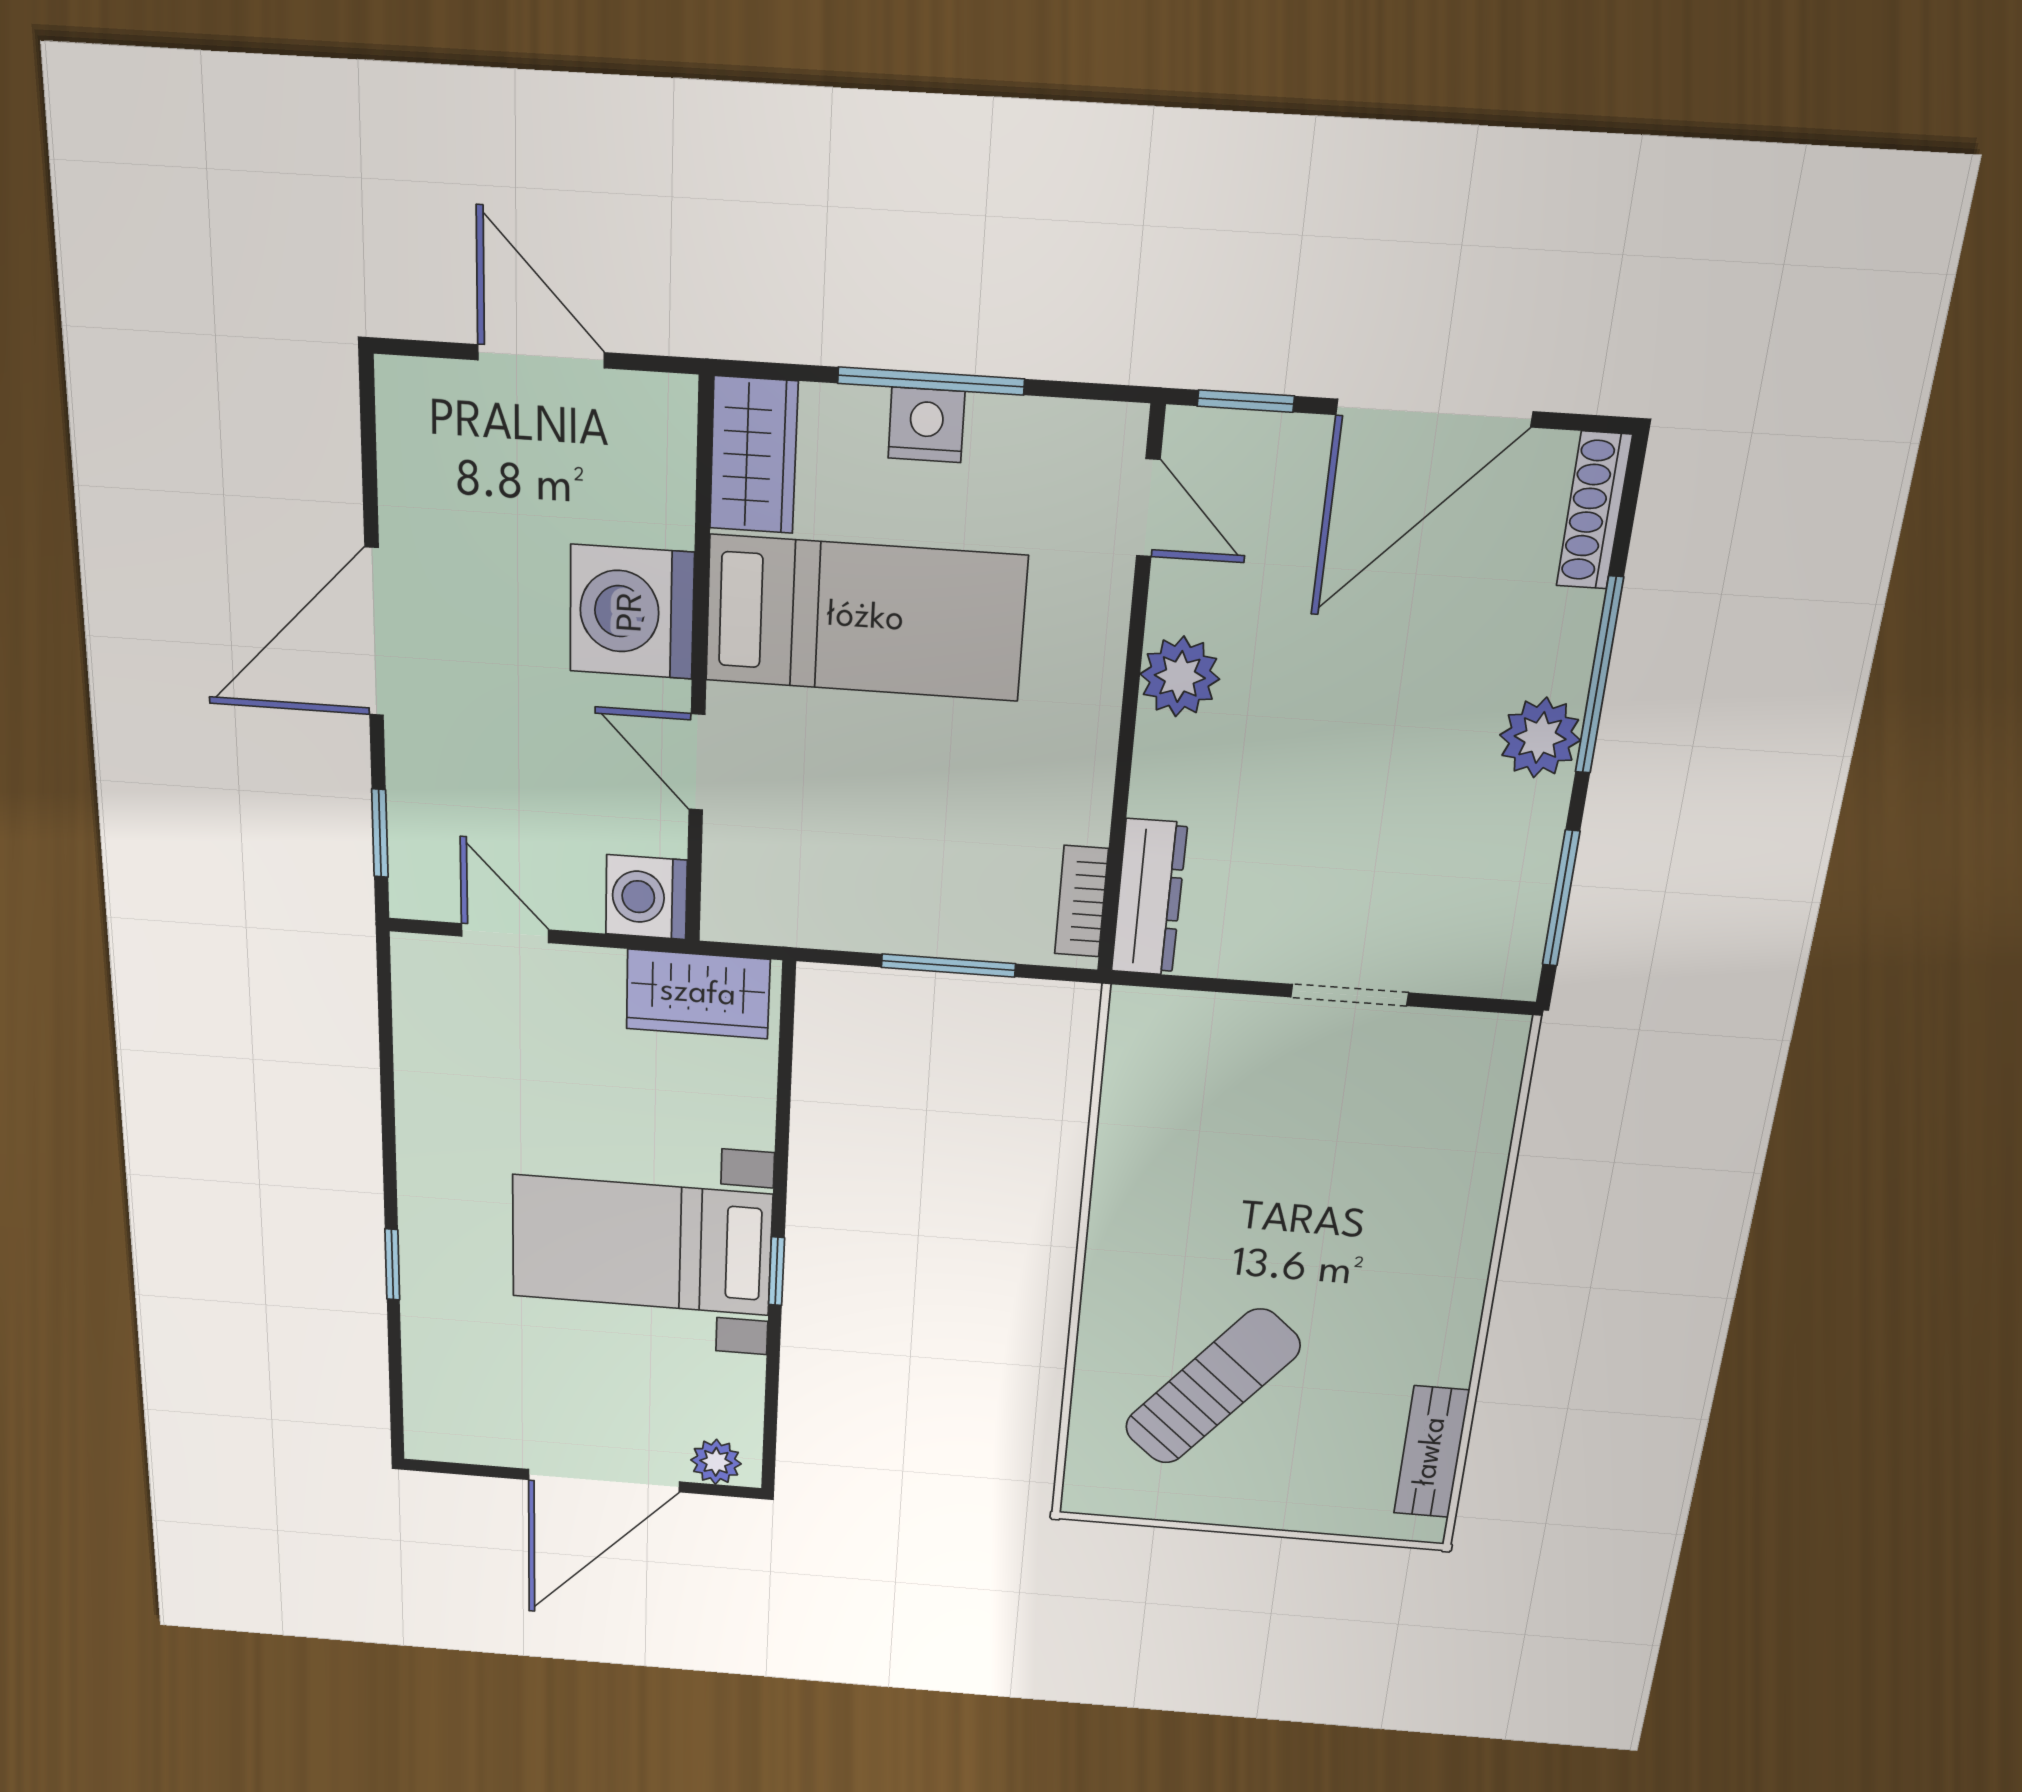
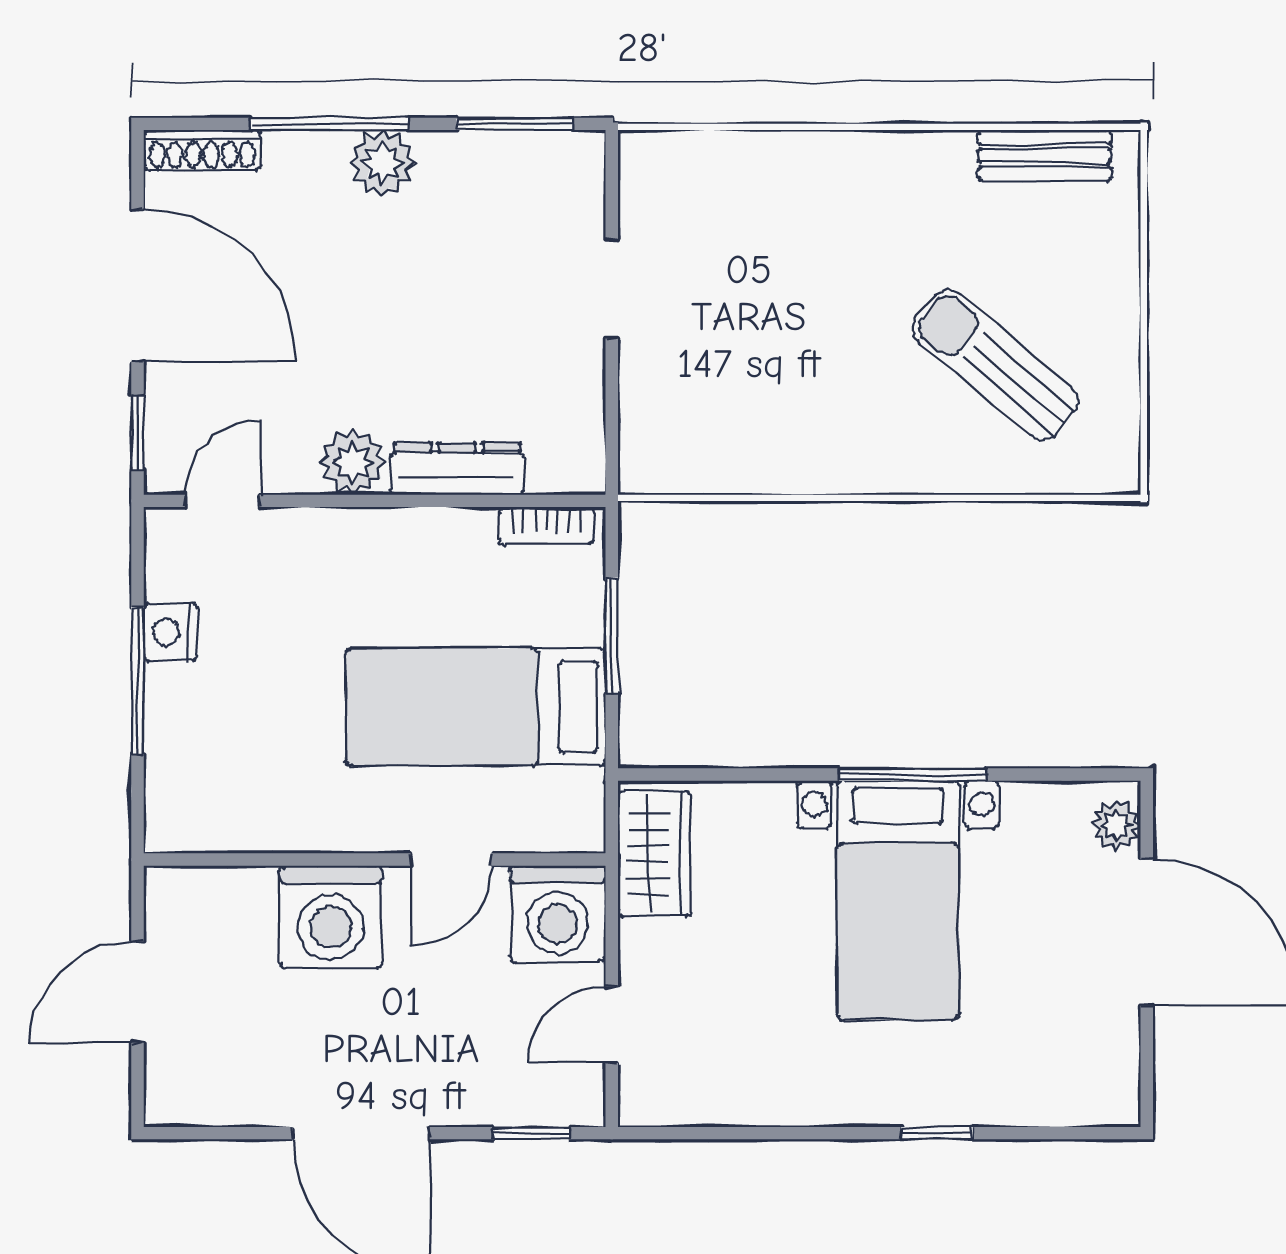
nightstand: (926, 425) -> (170, 632), moved
wardrobe: (754, 455) -> (202, 820), removed
bed: (865, 618) -> (476, 707), moved, turned -90
washing machine: (646, 897) -> (558, 914), width x1.37, depth x1.37
dresser: (1149, 898) -> (457, 469), moved
window: (777, 1271) -> (913, 774), width x2.17

